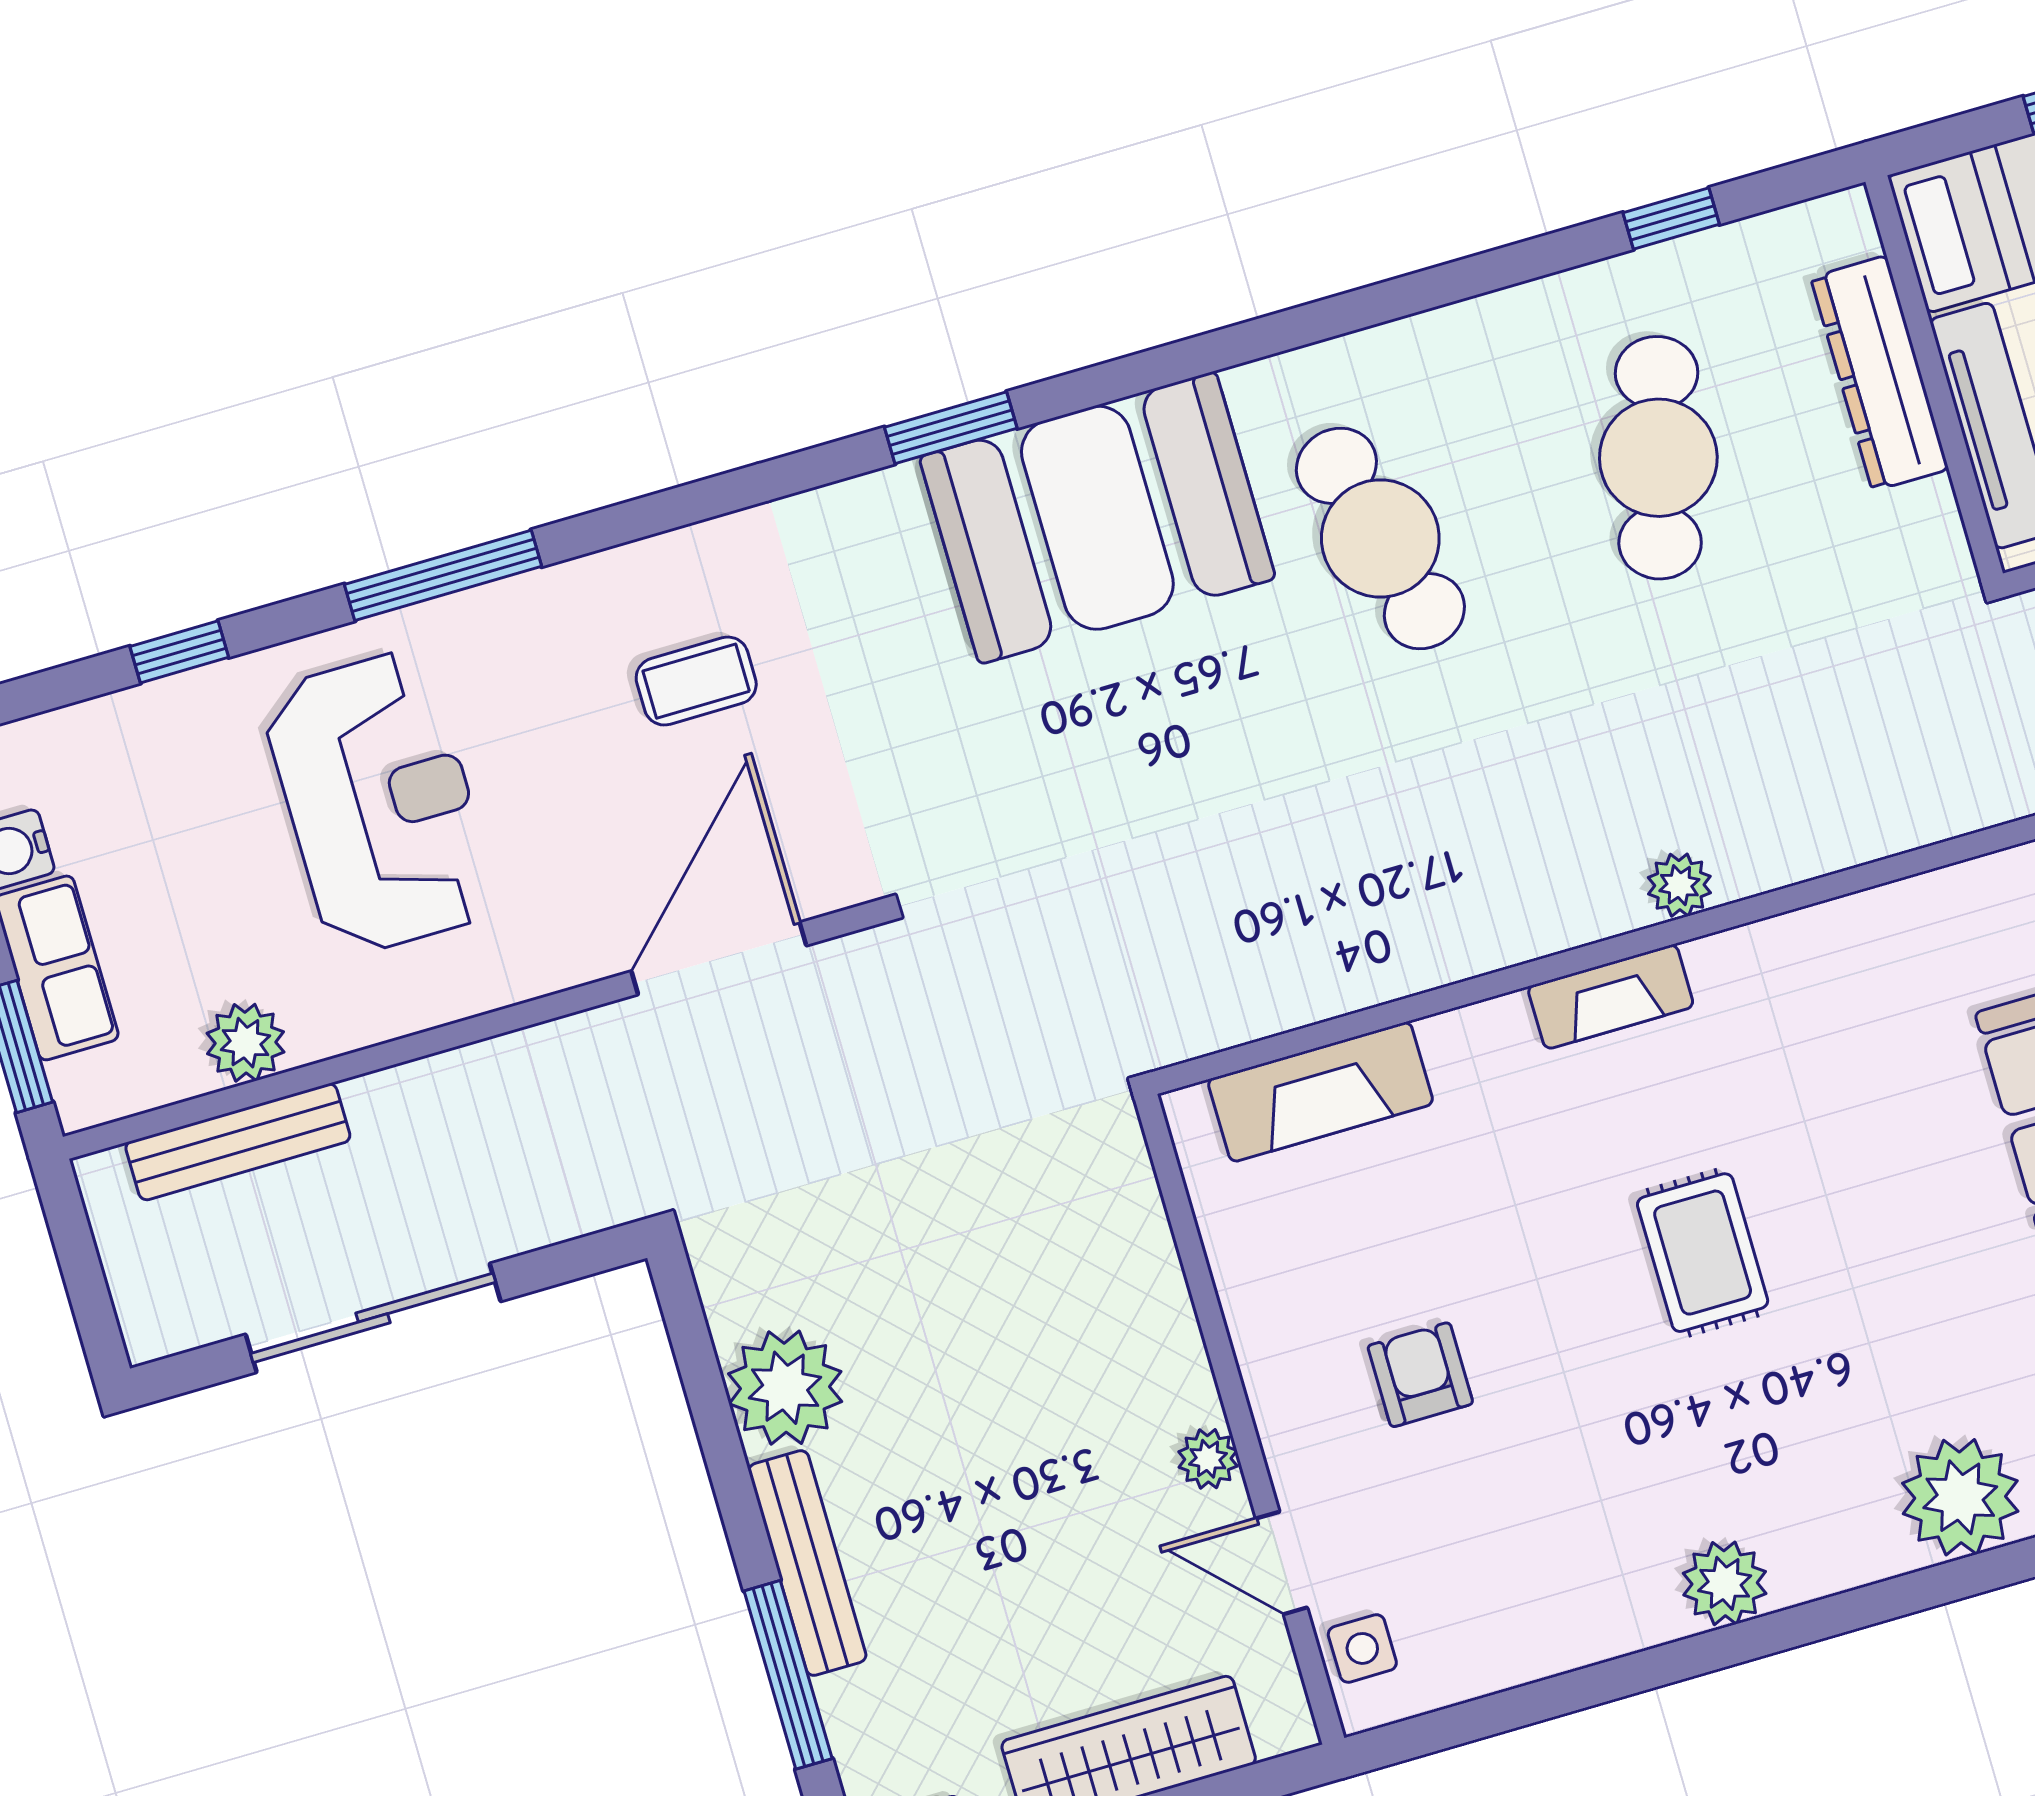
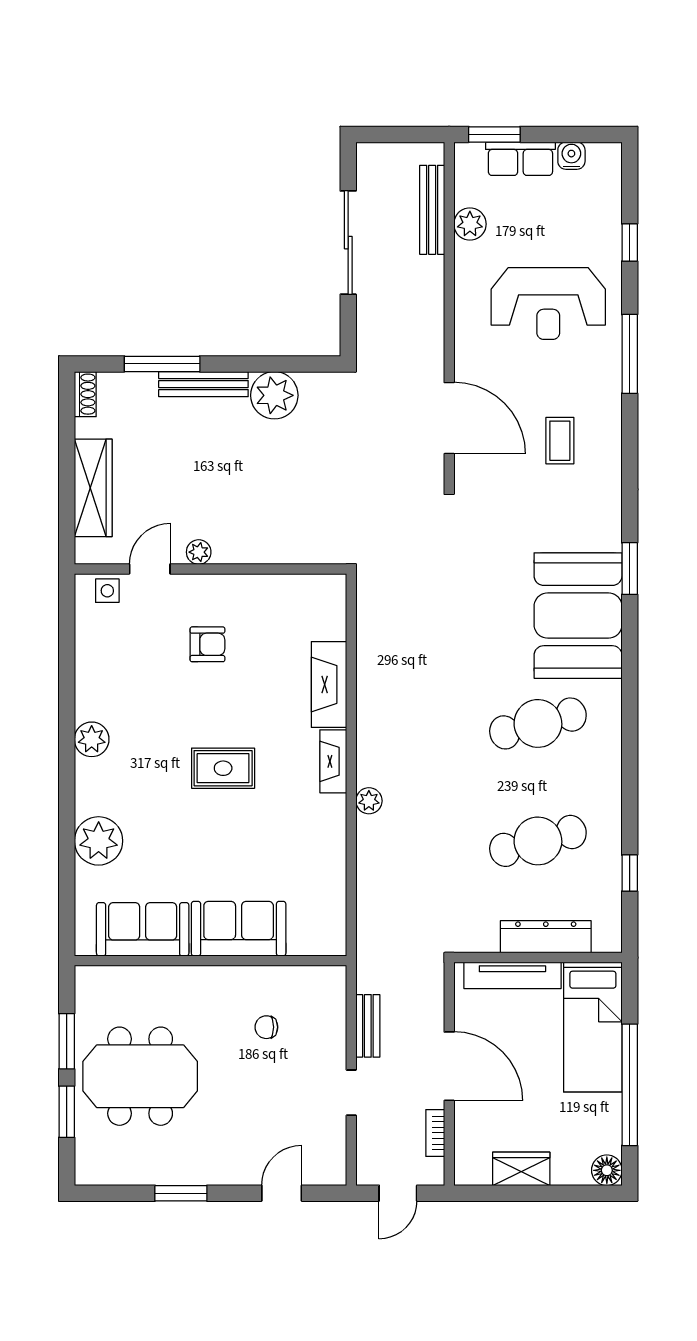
cafe table: (1658, 458) -> (538, 841), turned -30
fireplace: (1320, 1092) -> (329, 684), moved

